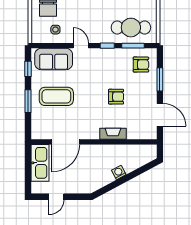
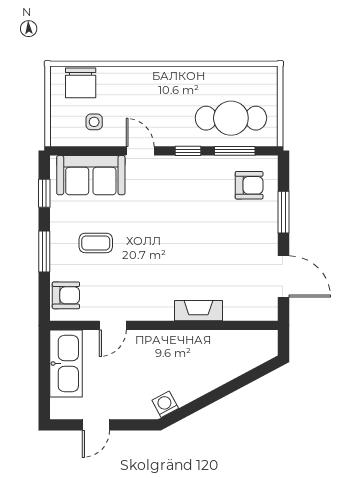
coffee table: (56, 96) -> (96, 243), width x0.54, depth x0.58
armchair: (116, 97) -> (66, 295), moved
door: (66, 142) -> (113, 325), width x0.53
washing machine: (119, 172) -> (165, 404), moved

